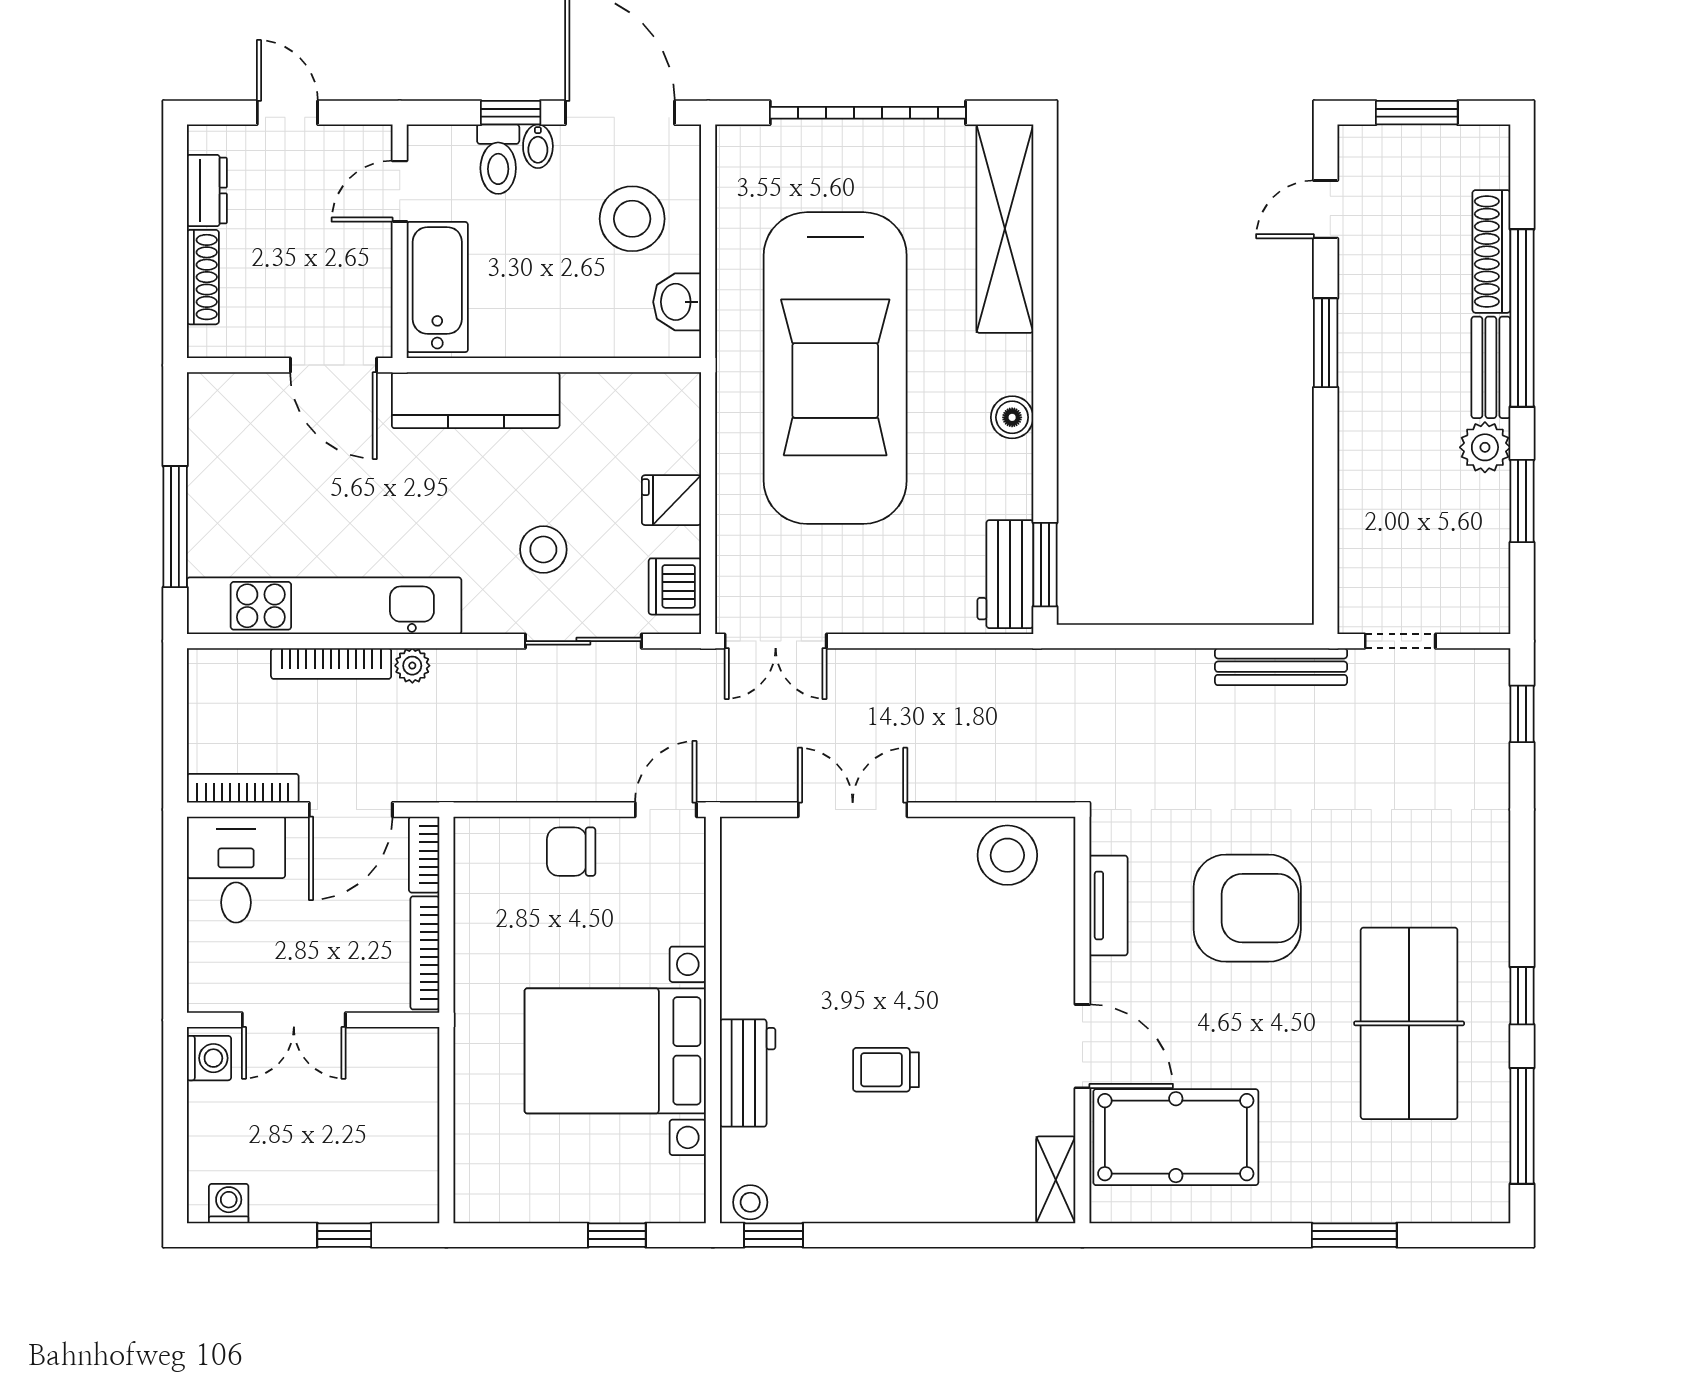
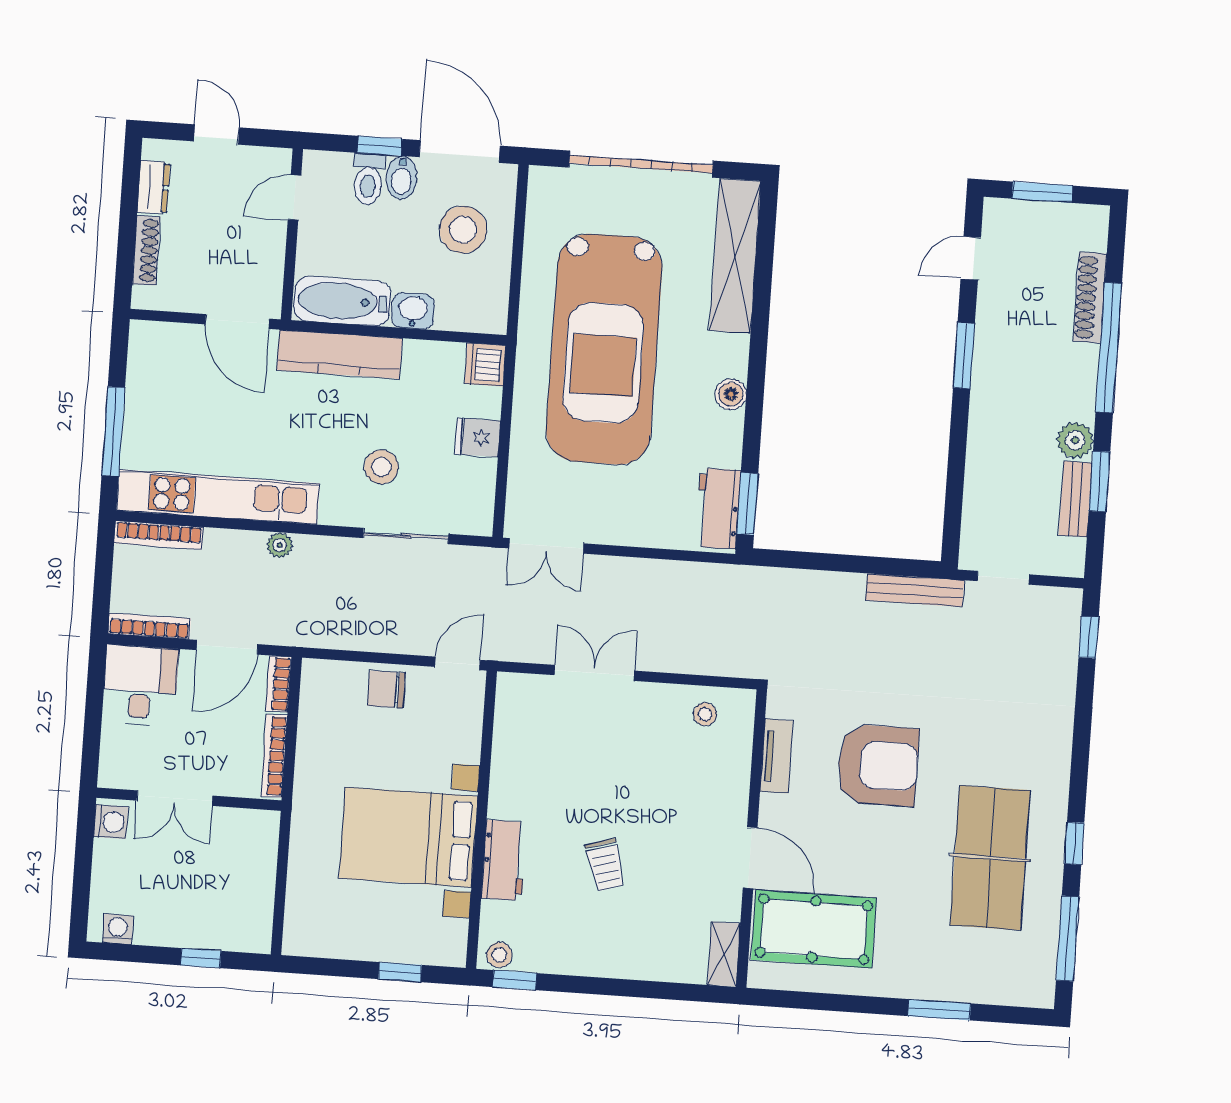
bidet: (538, 146) -> (402, 178), width x1.38, depth x1.36
bathtub: (437, 287) -> (342, 301), moved, turned -90
washbasin: (677, 302) -> (413, 311), moved, turned 90
bench: (1491, 367) -> (1075, 499), moved
dishwasher: (675, 586) -> (485, 365), moved
bookcase: (331, 664) -> (159, 535), moved
stool: (1007, 855) -> (705, 714), width x0.53, depth x0.53
trolley: (886, 1070) -> (605, 865), turned -107

